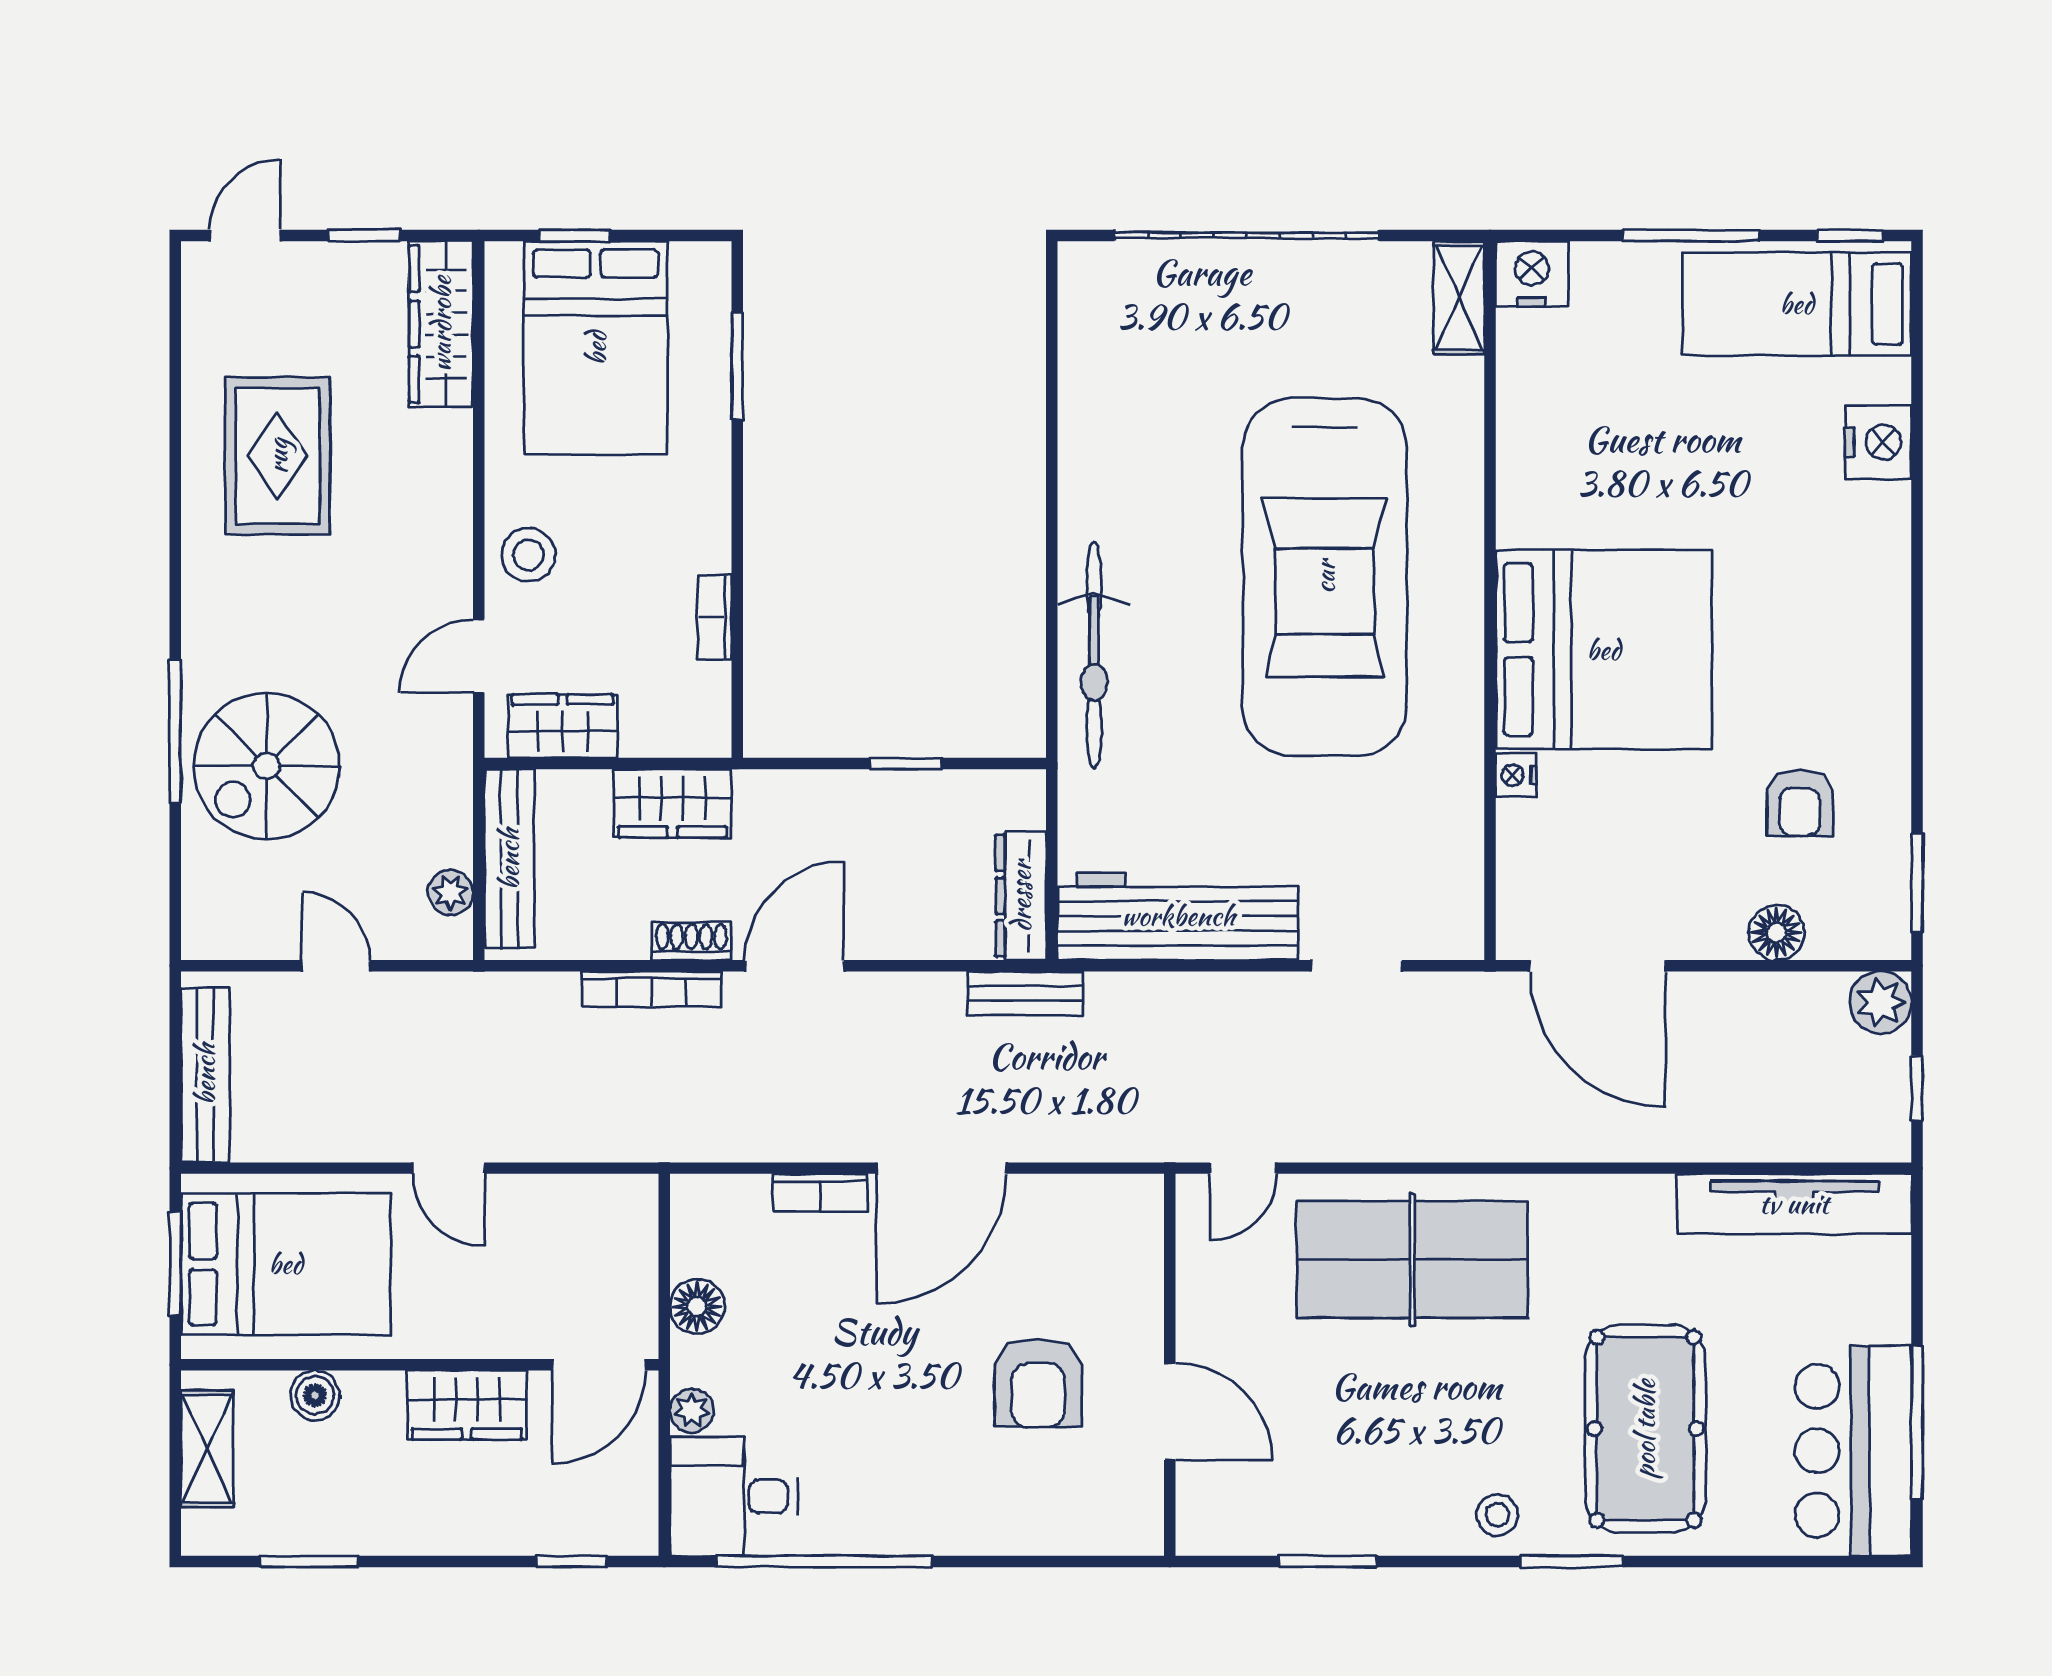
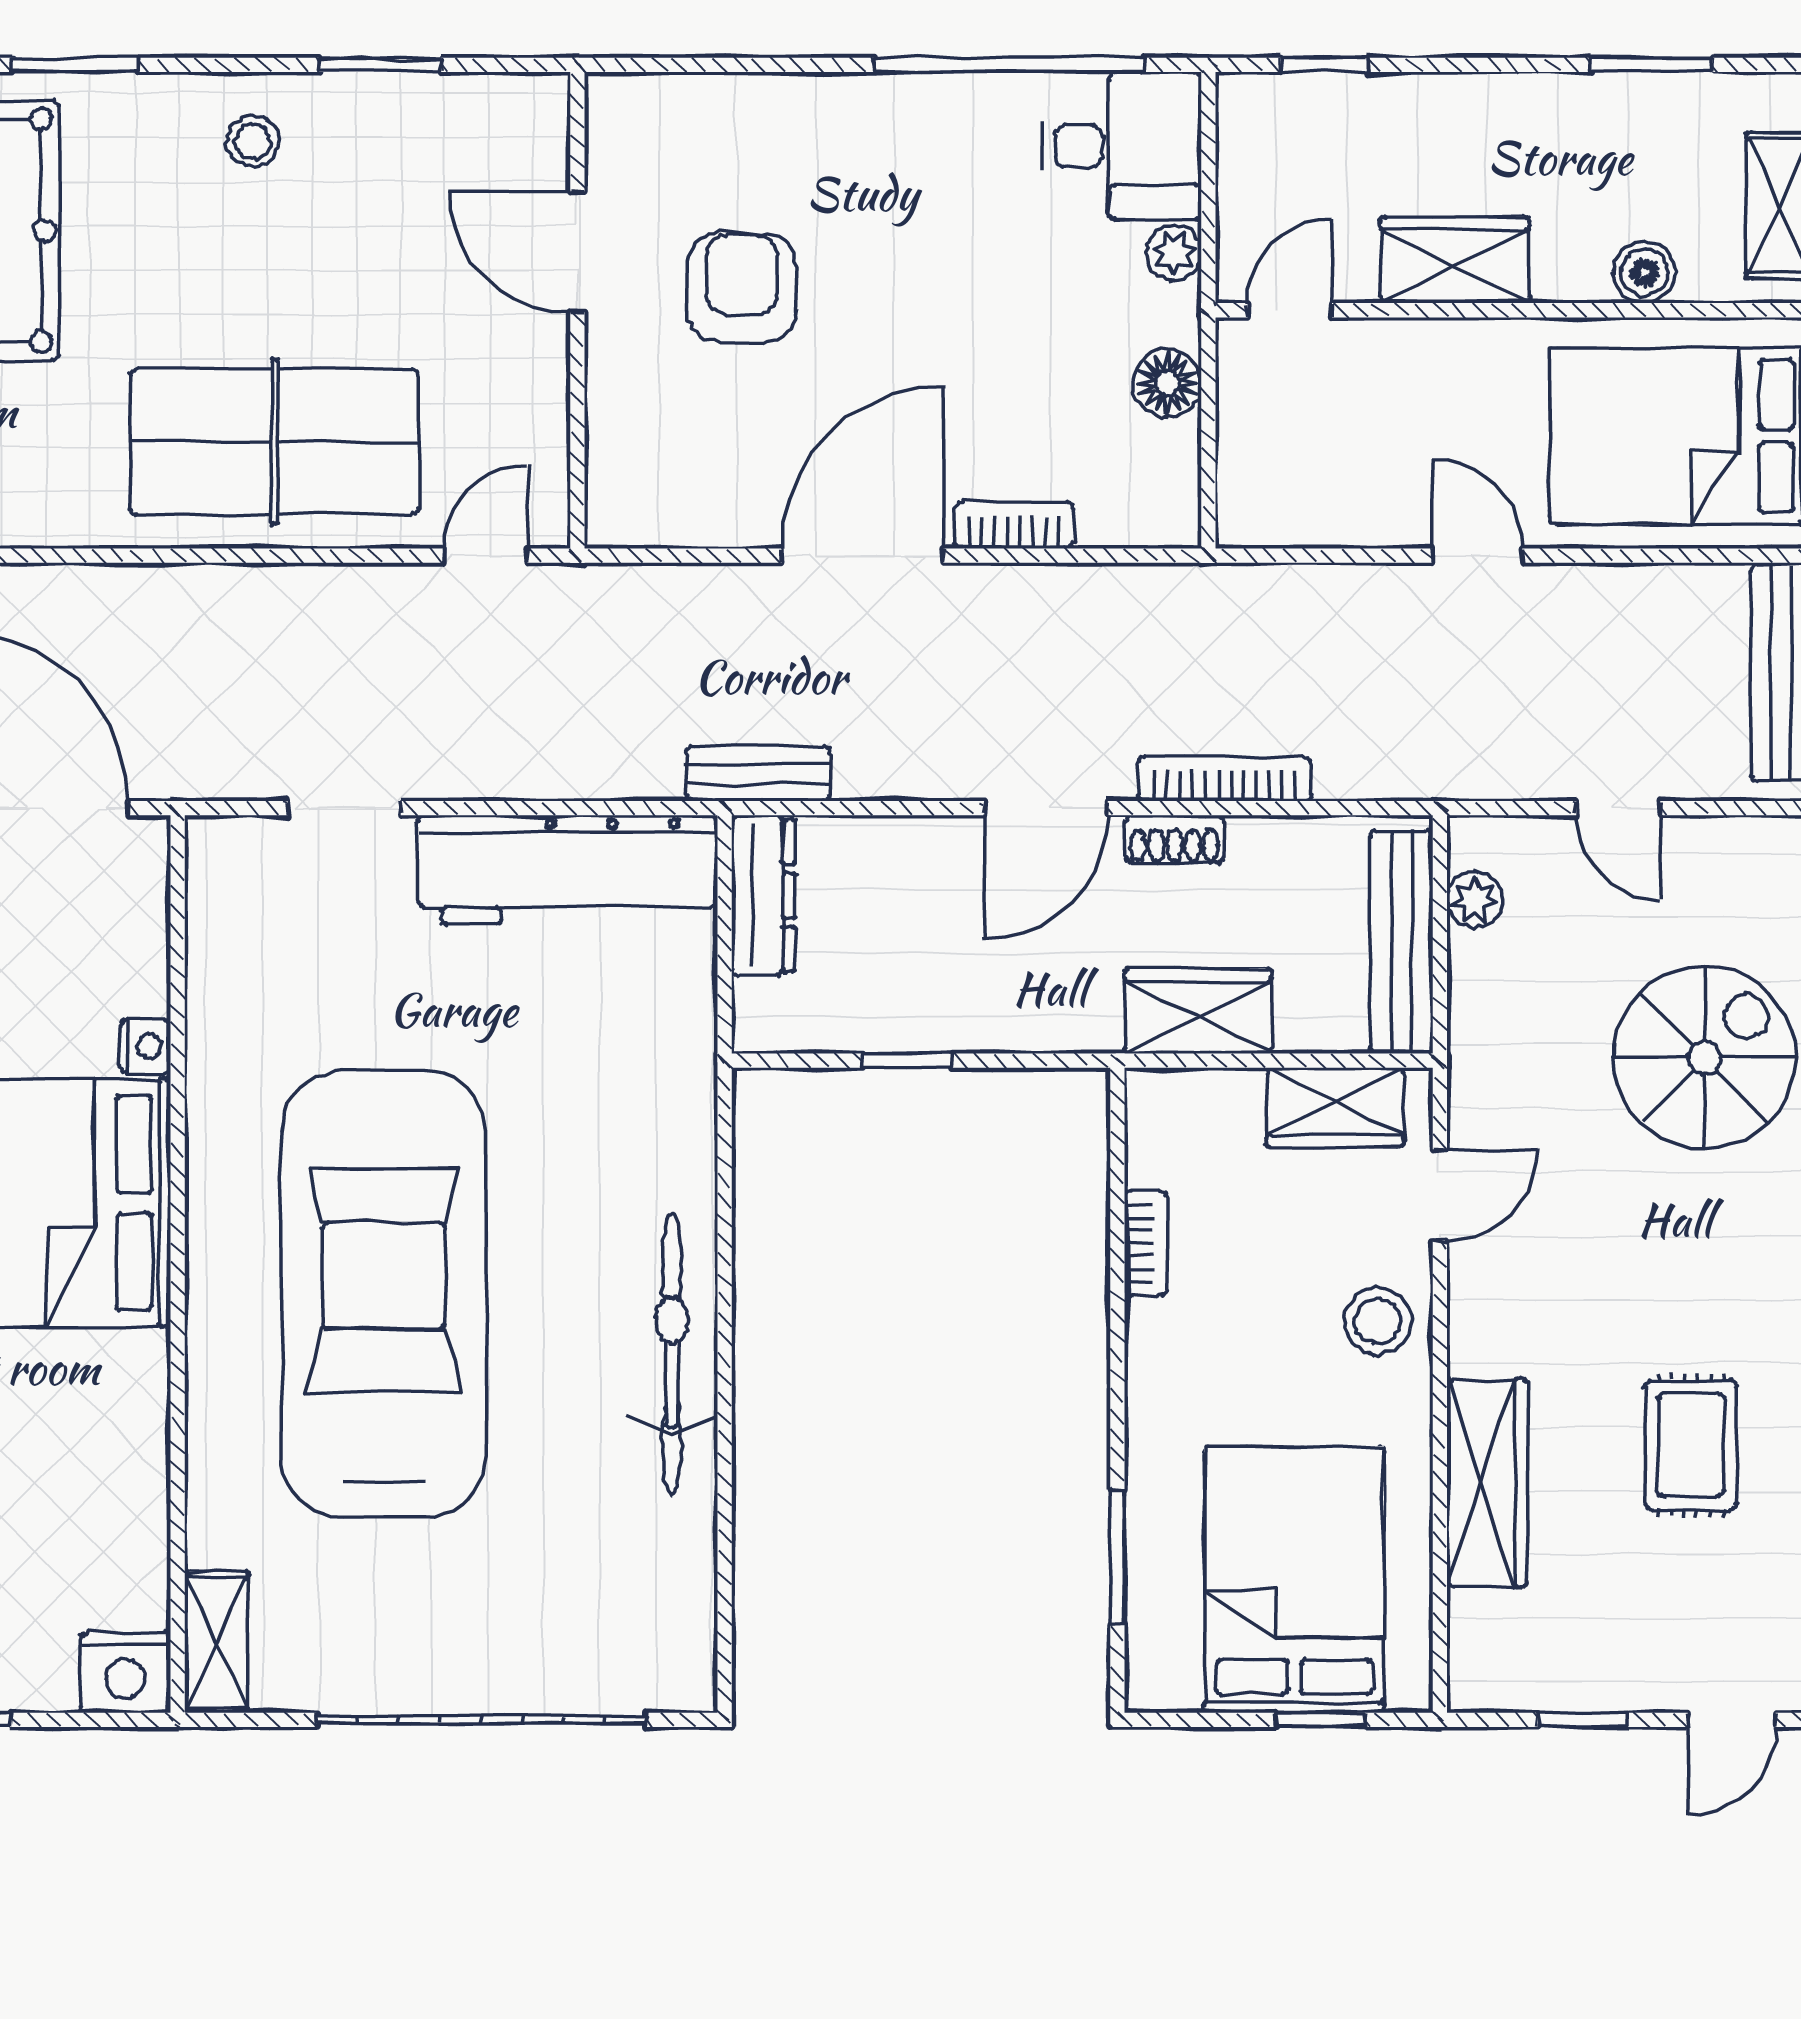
wardrobe: (441, 324) -> (1487, 1483), moved
rug: (278, 456) -> (1691, 1445), width x0.73, depth x0.70
bicycle: (1094, 655) -> (672, 1354), moved
door: (599, 1365) -> (1290, 310), width x0.73
stool: (1497, 1515) -> (253, 141), moved

